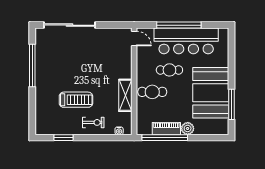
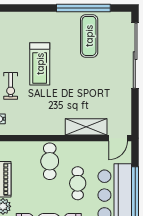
exercise mat: (54, 61) -> (89, 36), added
shelving: (125, 95) -> (86, 127), moved

